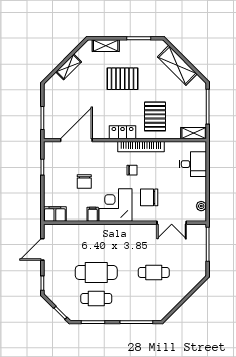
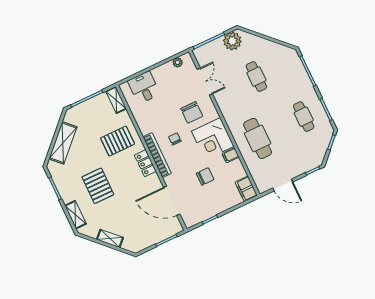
bookcase: (141, 147) -> (157, 155), moved
plant: (197, 266) -> (232, 41), added
cafe table: (96, 272) -> (258, 138), moved

